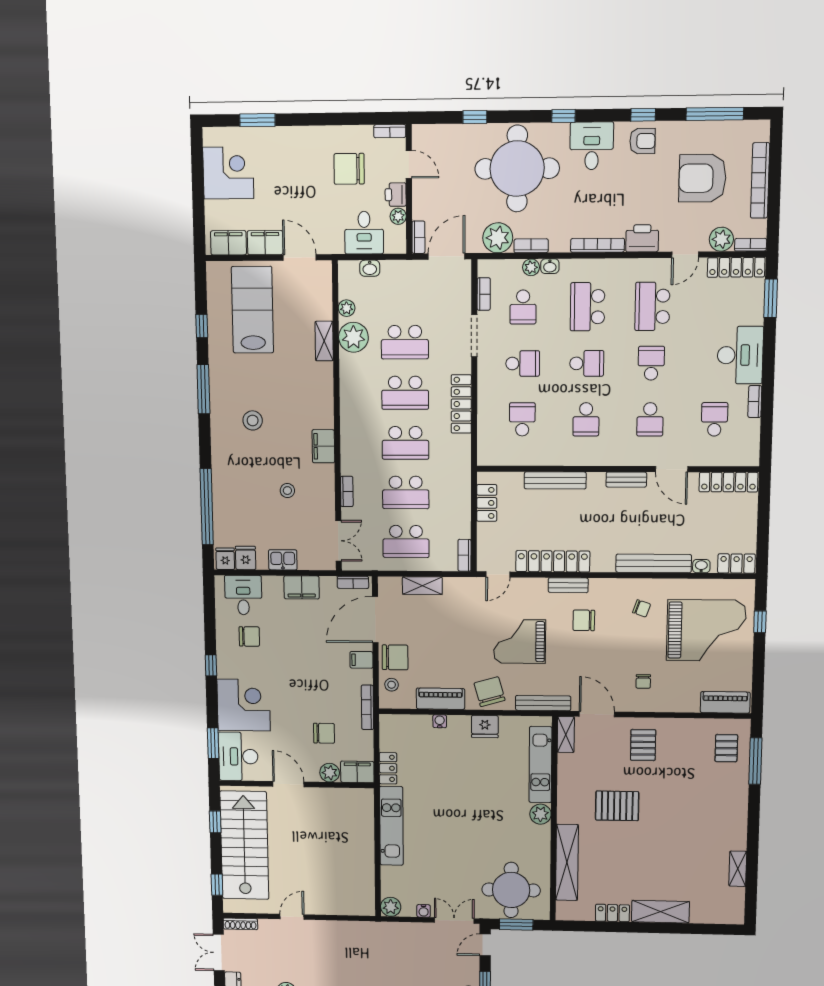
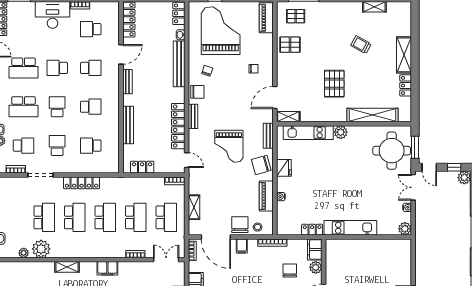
shelving: (324, 341) -> (67, 267), moved
chair: (584, 620) -> (197, 92), moved, turned -90
bench: (543, 703) -> (268, 136), width x0.73
pallet: (643, 745) -> (290, 45), moved
trolley: (678, 847) -> (361, 45), added

